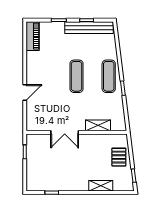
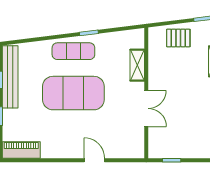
exercise mat: (76, 76) -> (73, 93), width x2.00, depth x1.45

